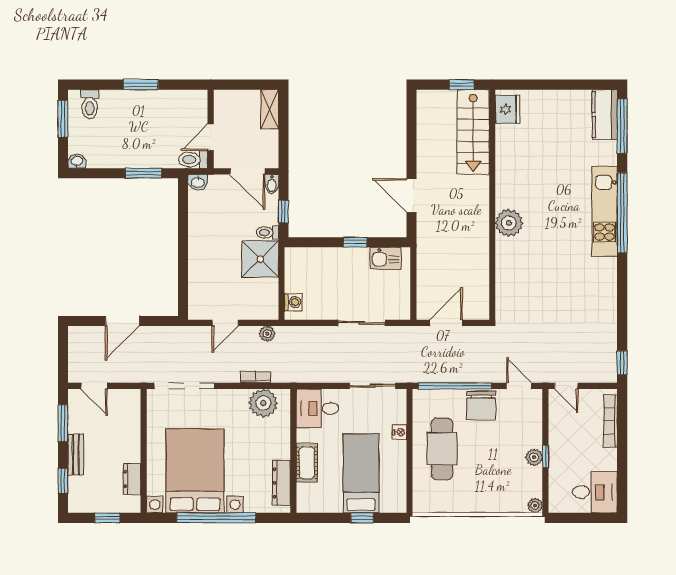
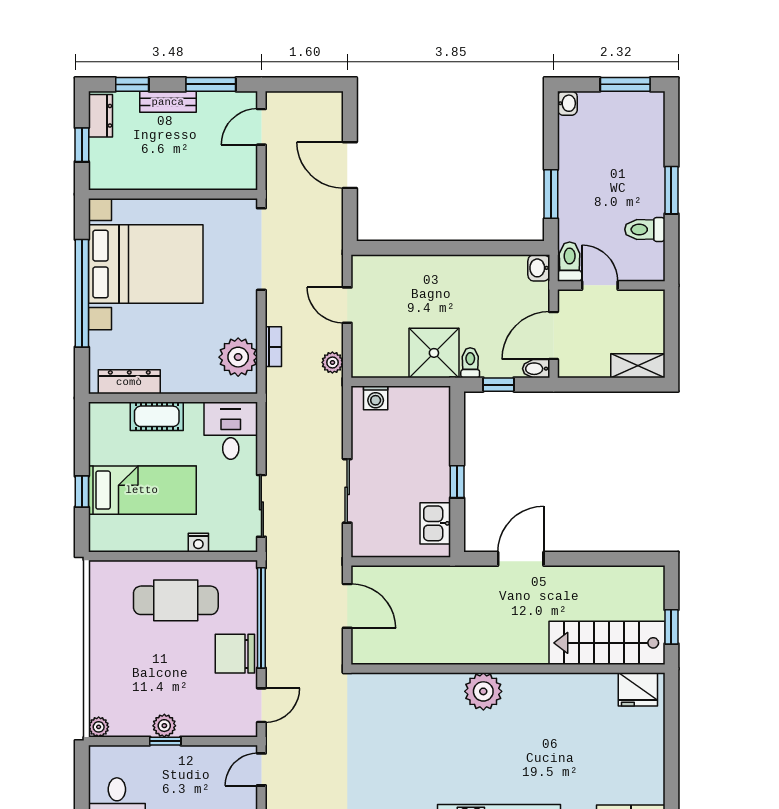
toilet: (90, 104) -> (645, 229), moved
dresser: (132, 479) -> (100, 116), moved, turned 90

